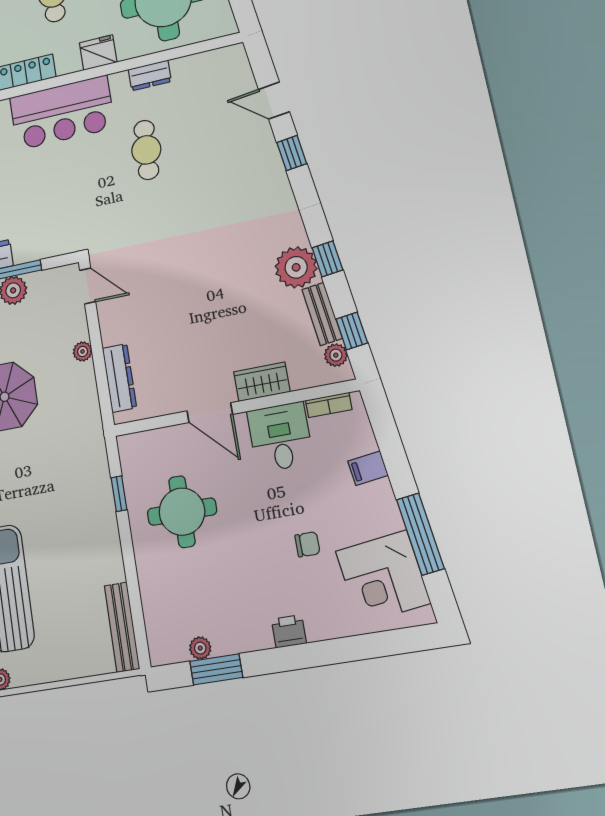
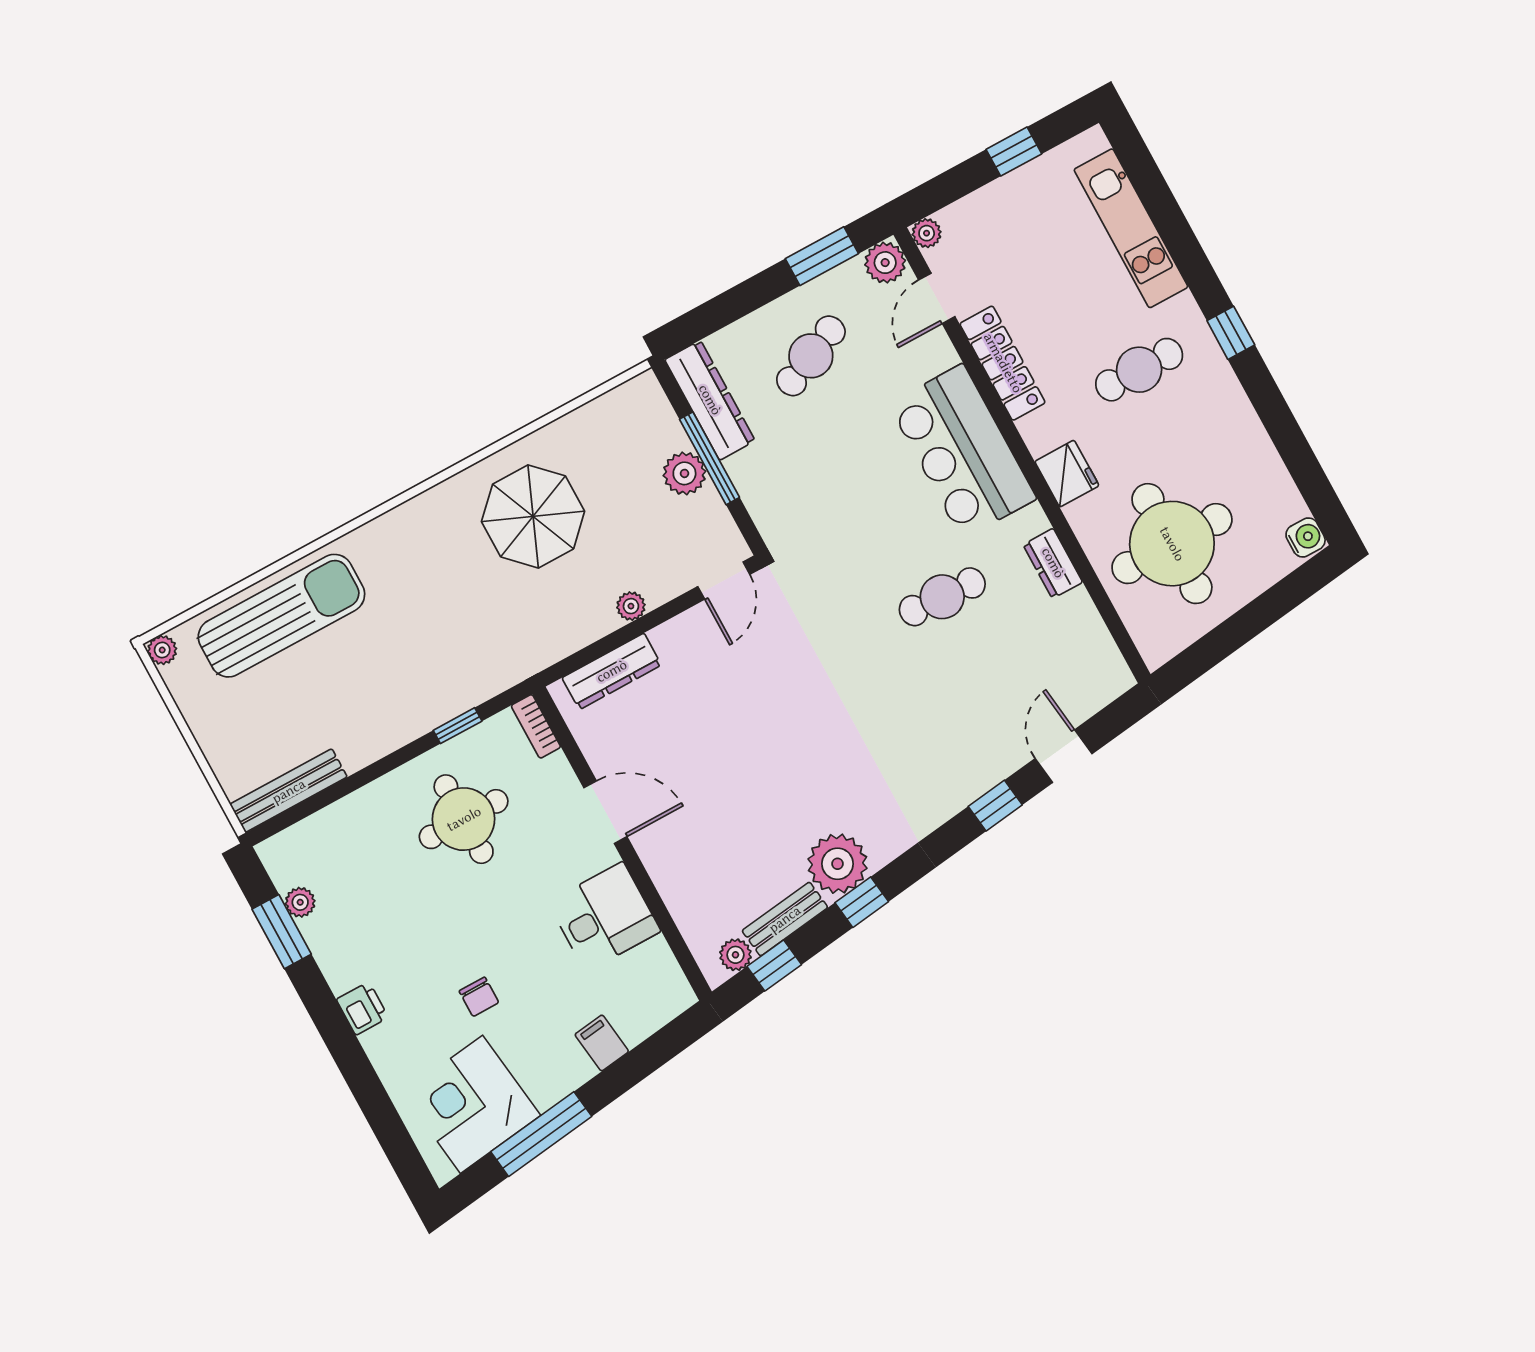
wardrobe: (262, 382) -> (669, 868), removed
bookcase: (329, 405) -> (536, 726), moved
door: (210, 413) -> (605, 812), swing flipped

